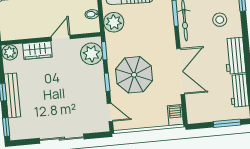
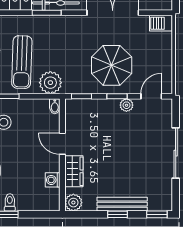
bidet: (92, 14) -> (55, 106), moved
washing machine: (28, 32) -> (53, 180), added
plant: (91, 54) -> (126, 105), moved, width x0.53, depth x0.53

